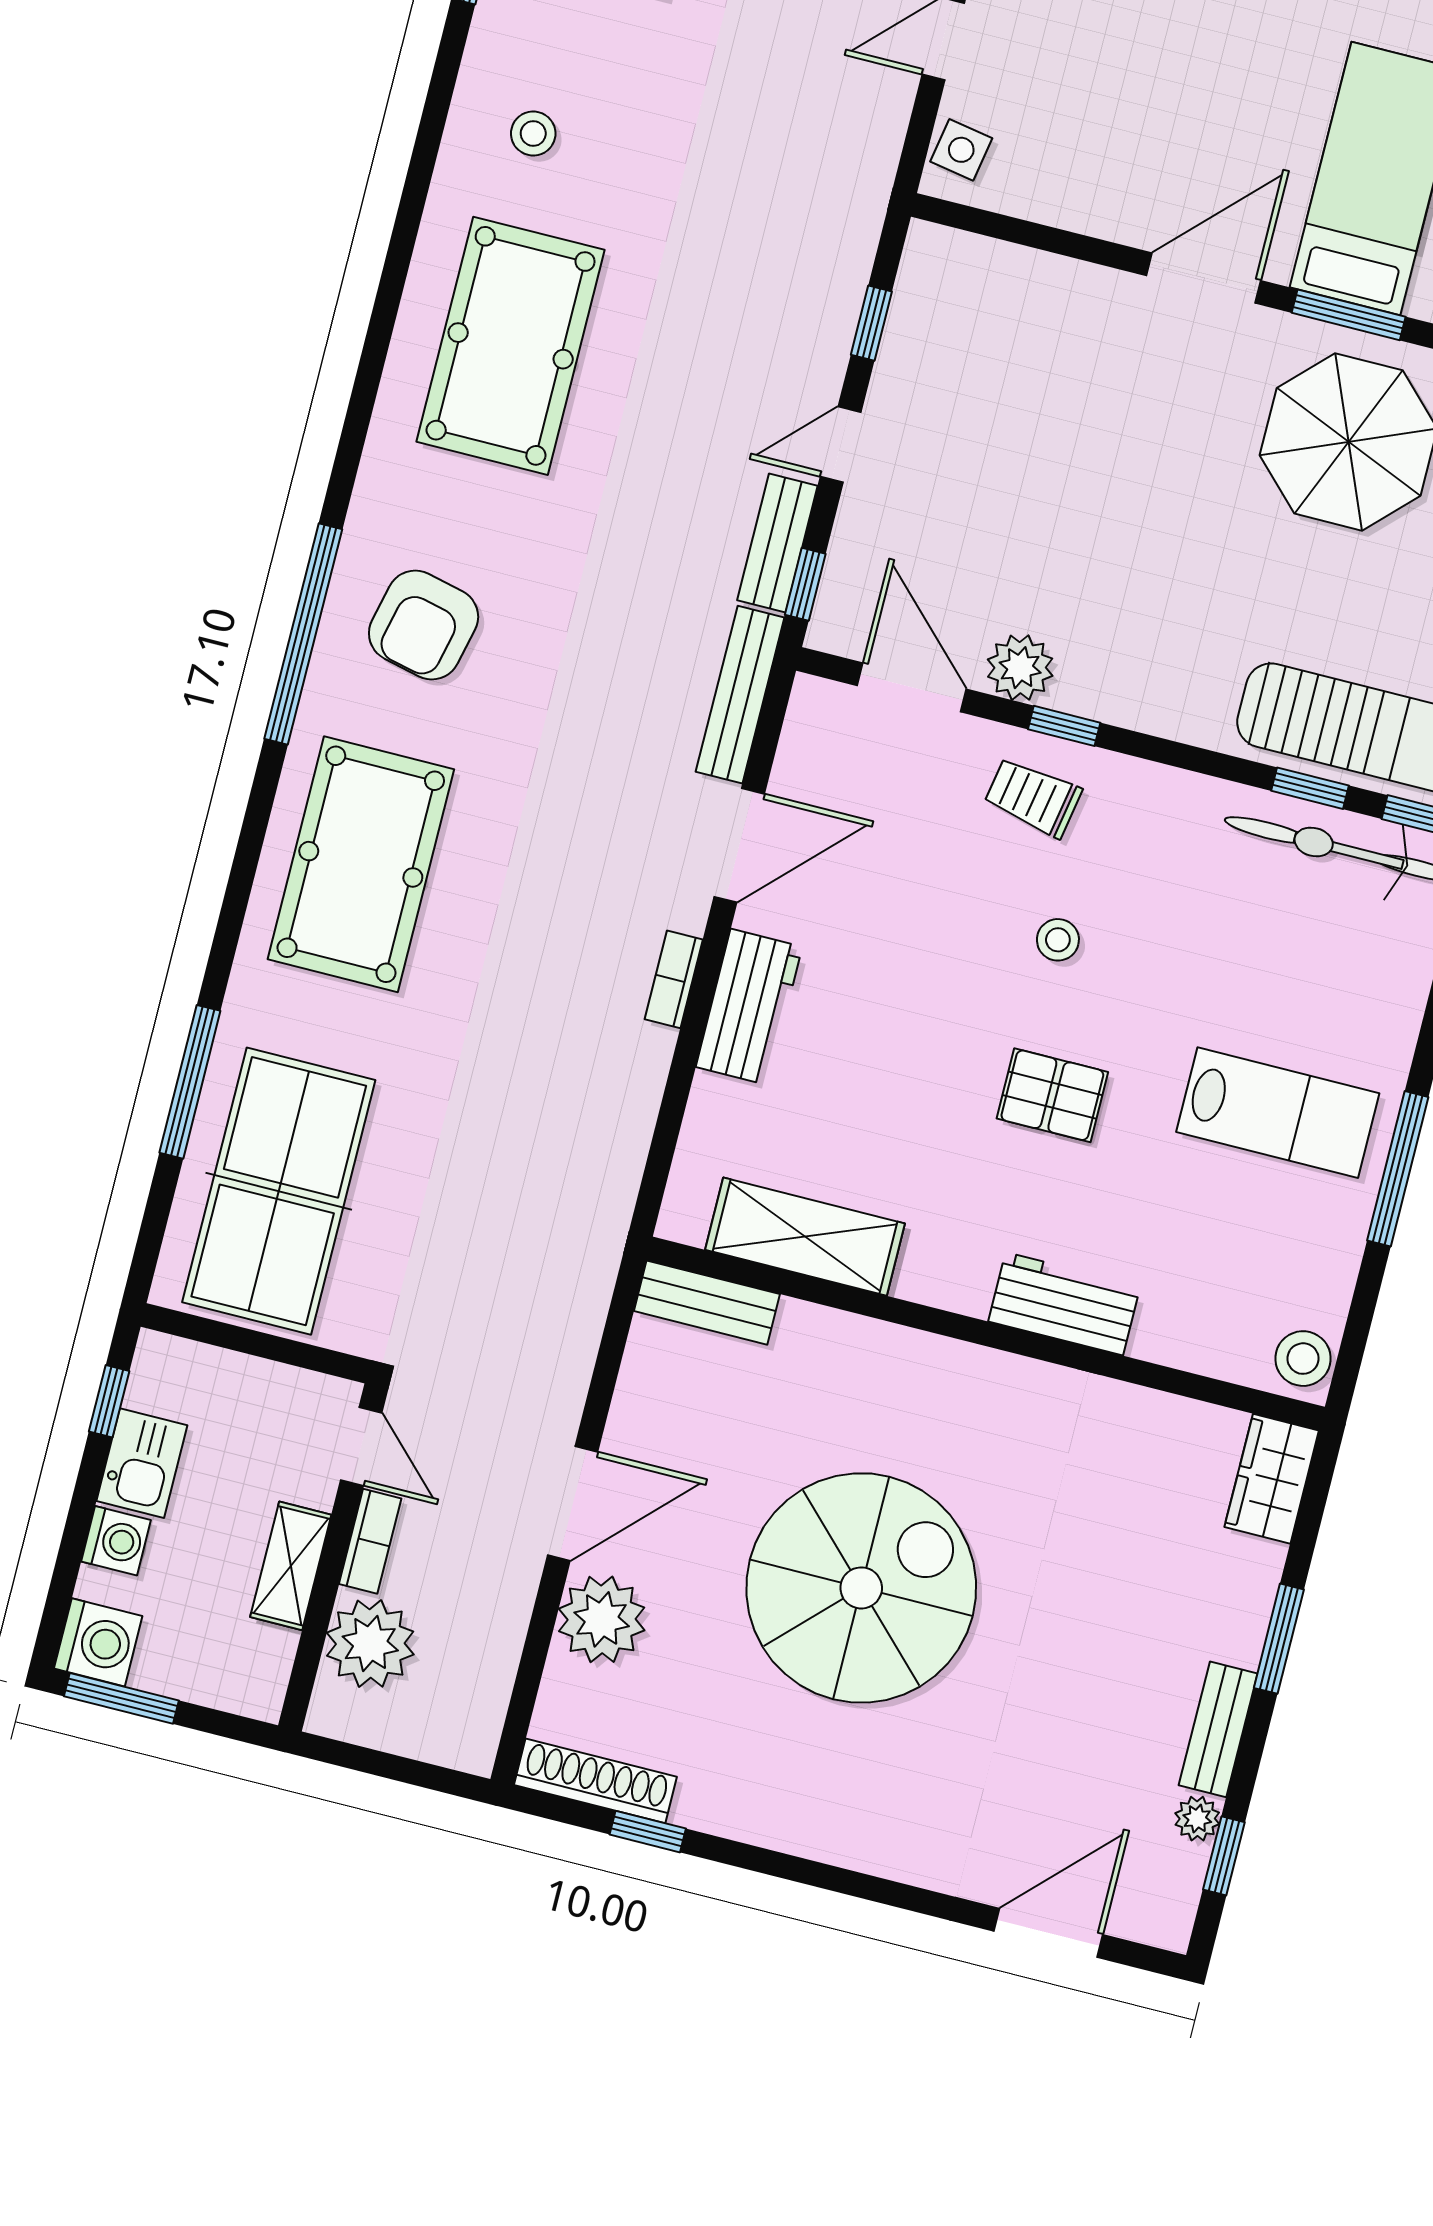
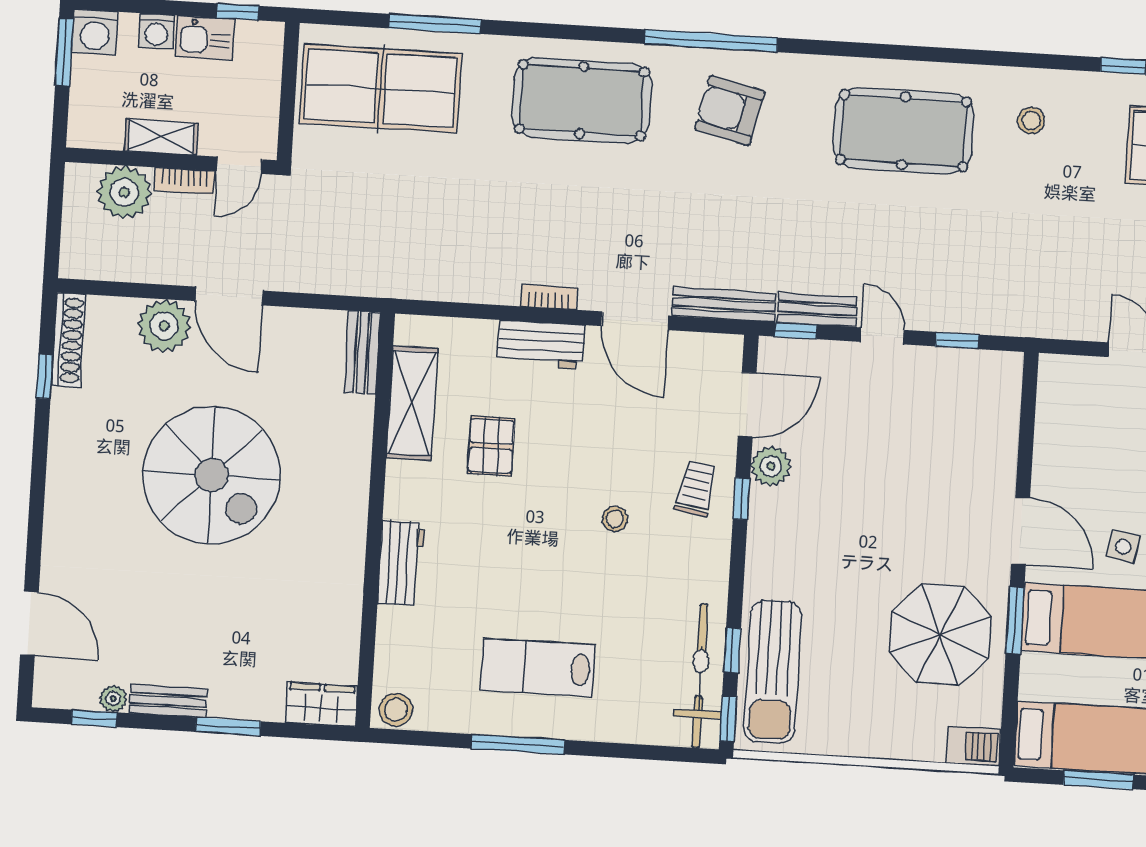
side table: (961, 150) -> (1123, 547), moved
pallet: (1052, 1095) -> (491, 446), moved
lab bench: (1278, 1113) -> (538, 667), turned 90

